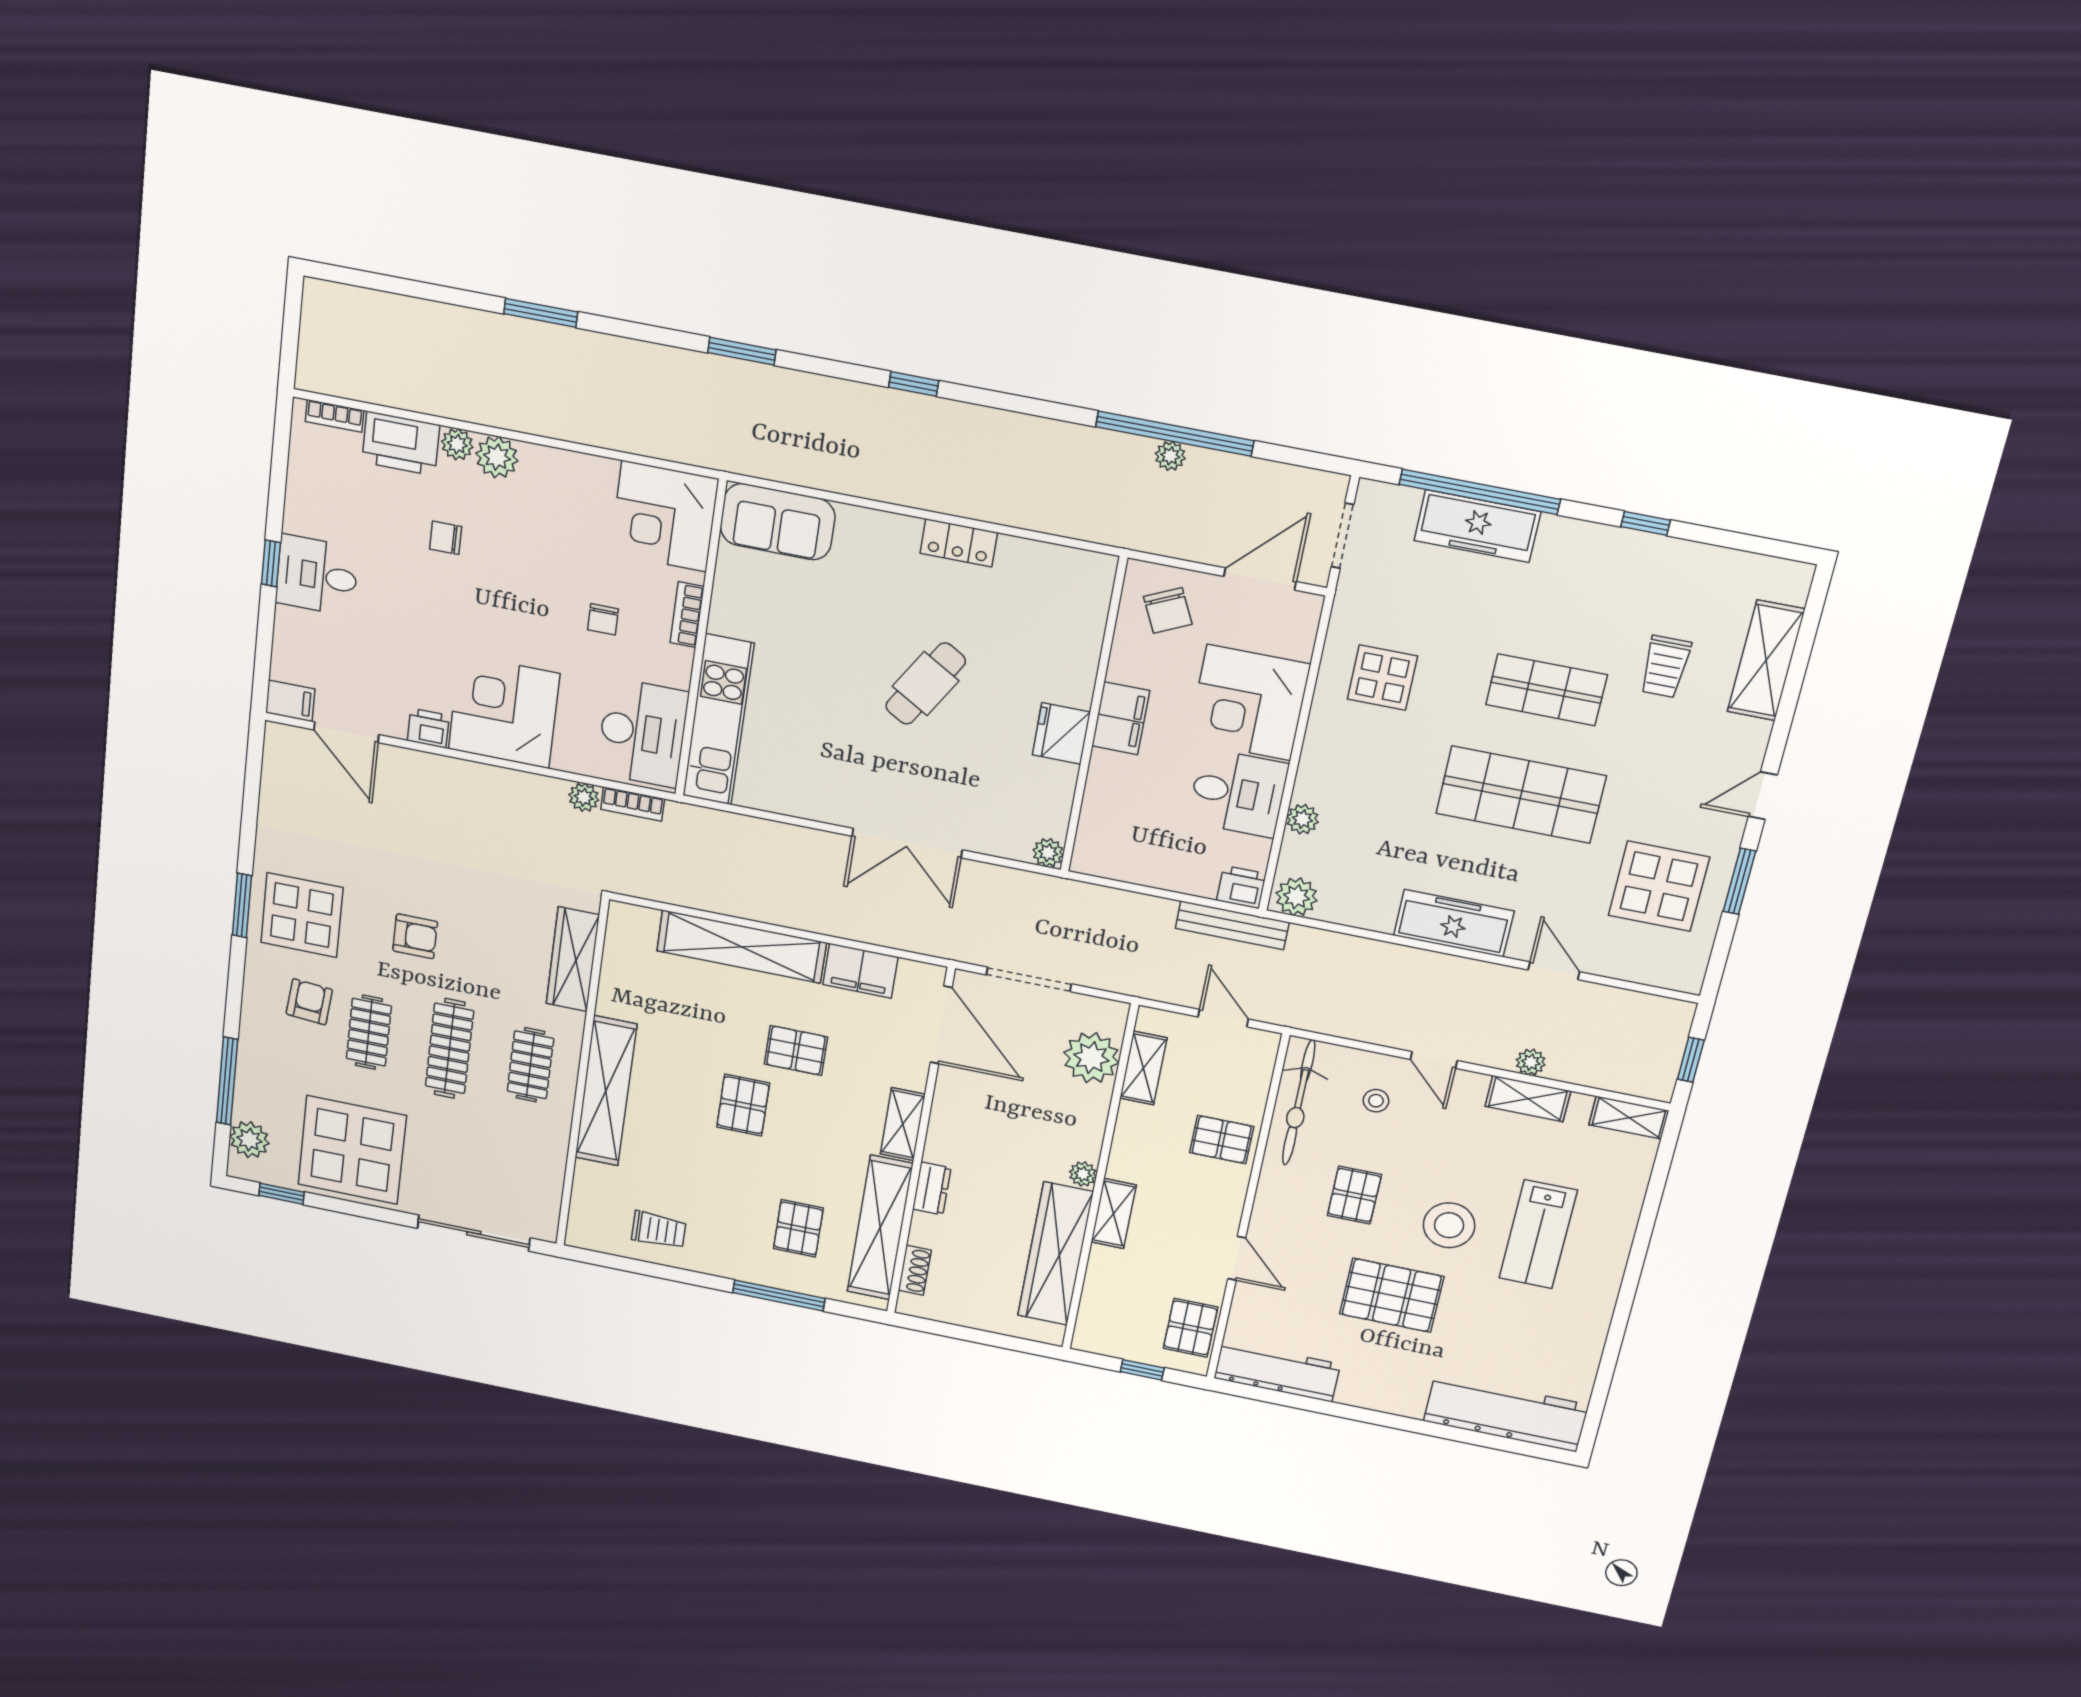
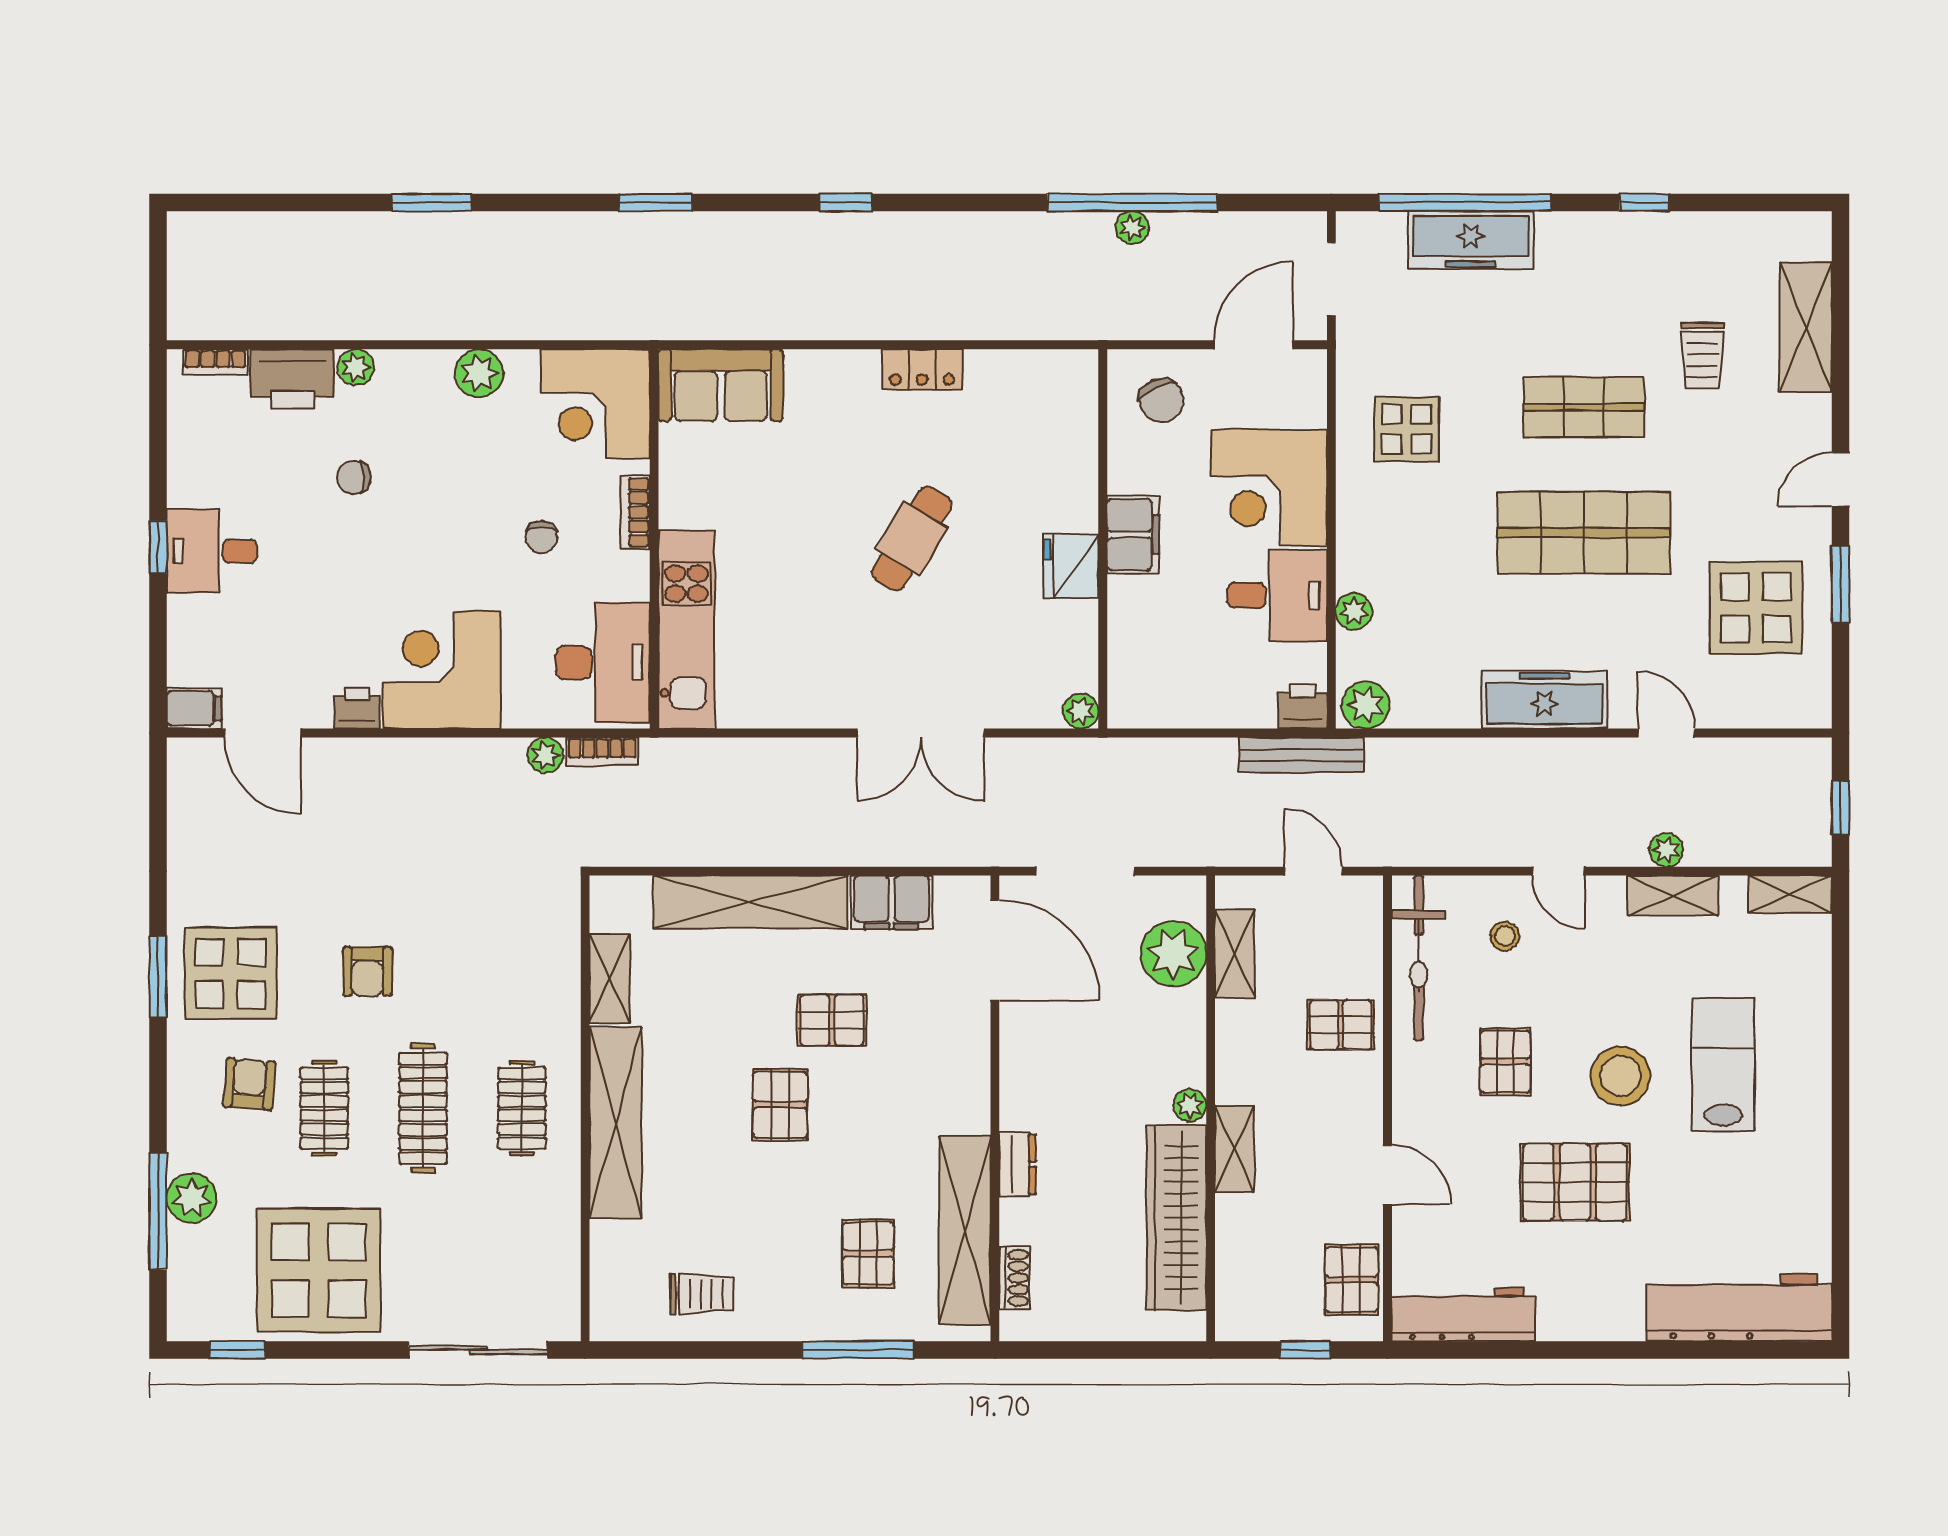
plant: (497, 457) -> (479, 373), moved
armchair: (415, 936) -> (367, 972), turned 90
wardrobe: (573, 959) -> (556, 961), removed
shelving: (903, 1124) -> (610, 979), moved
plant: (249, 1140) -> (192, 1198), moved
lab bench: (1538, 1234) -> (1723, 1064), turned 180

